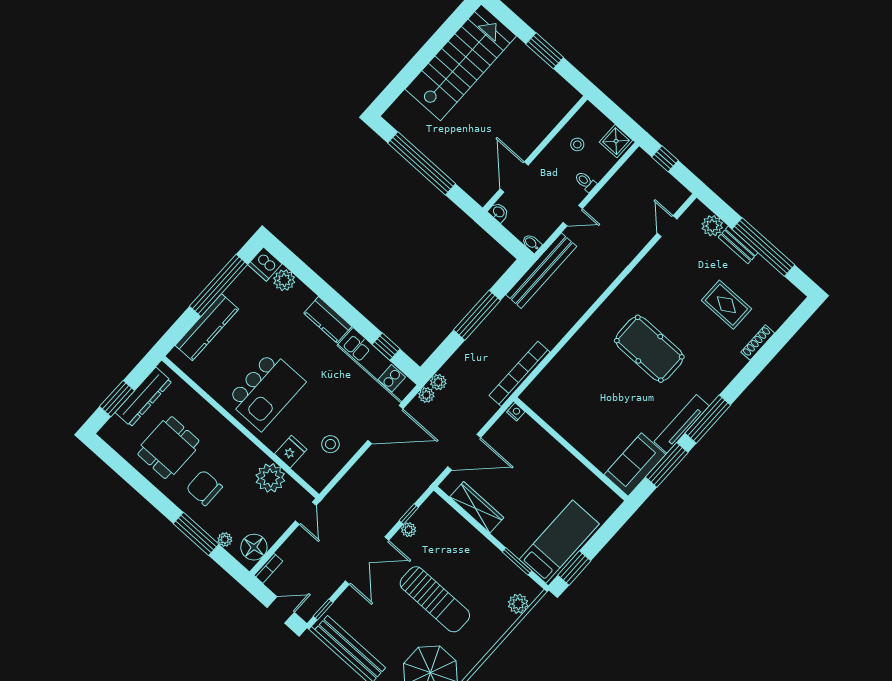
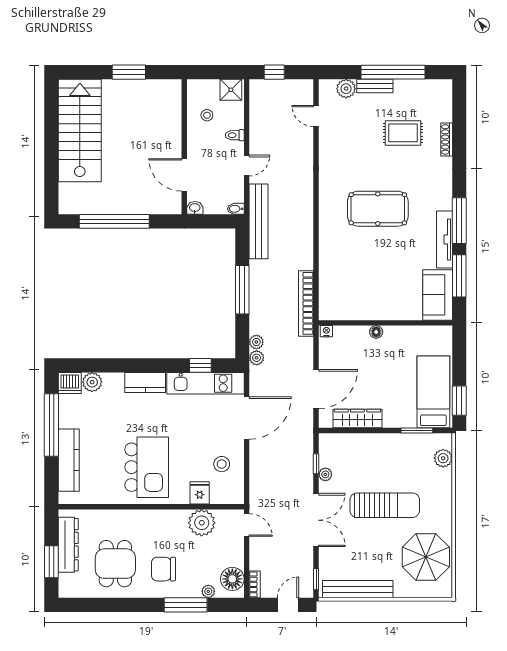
plant: (426, 395) -> (256, 342), moved
floor lamp: (556, 450) -> (376, 332), added

